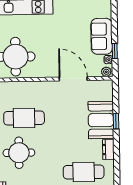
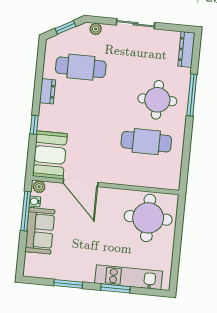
window: (115, 51) -> (26, 211), width x2.17
booth: (101, 120) -> (50, 155), moved

